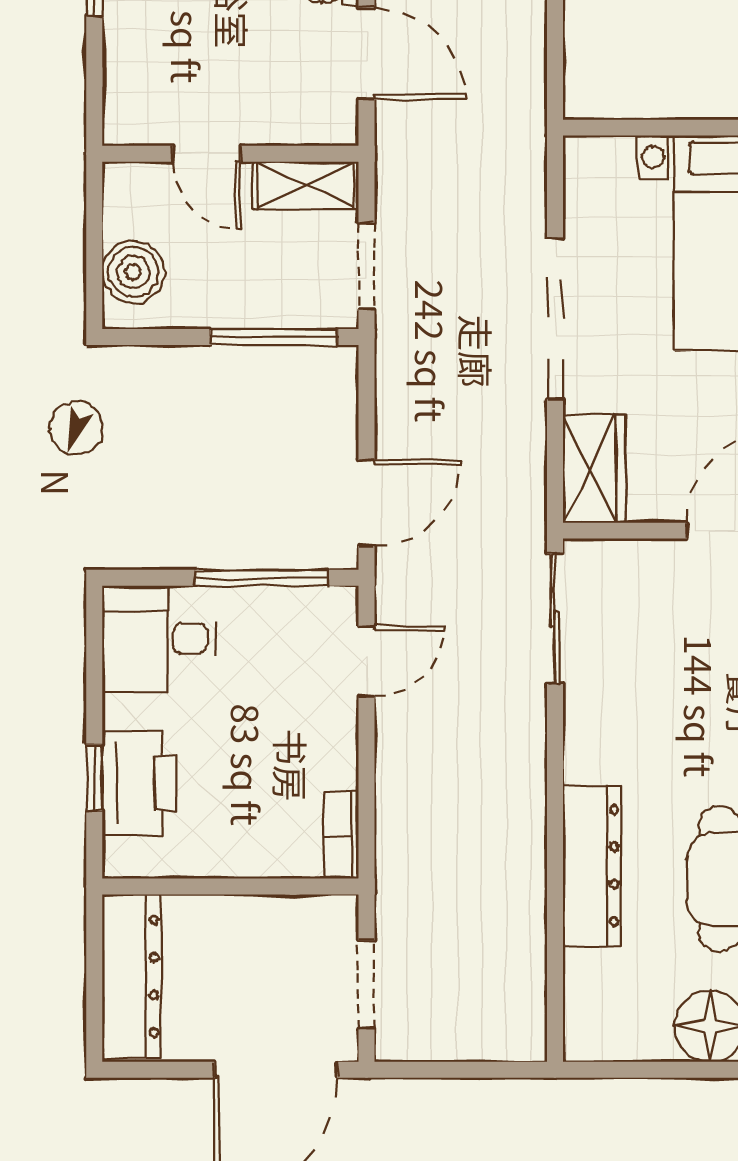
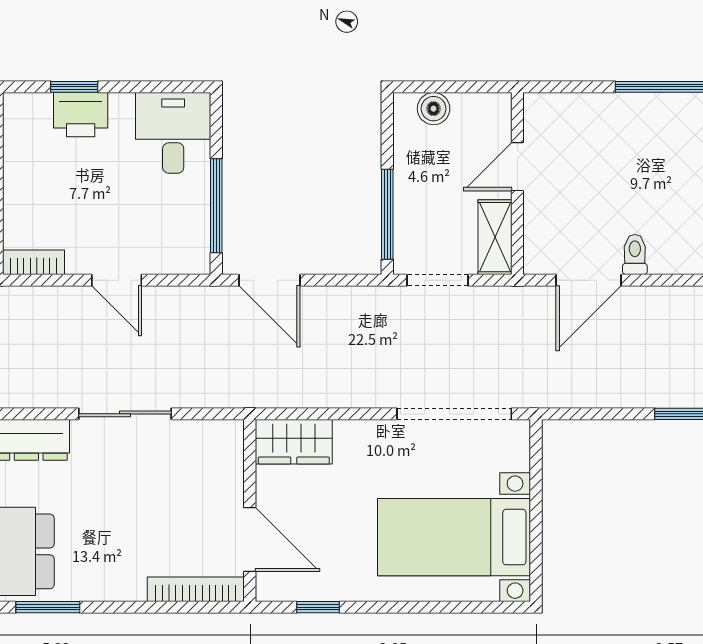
boiler: (133, 272) -> (434, 109), width x0.73, depth x0.73
doorway: (555, 319) -> (454, 414), moved
sliding door: (555, 619) -> (125, 414), moved
door: (366, 662) -> (117, 280), moved
printer: (140, 783) -> (81, 115), width x0.73, depth x0.84

